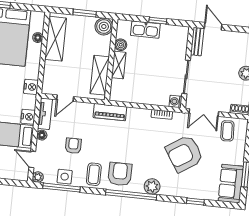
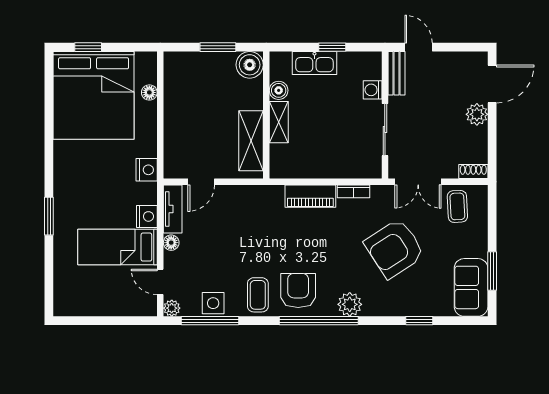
shelving: (56, 39) -> (177, 91), removed
washing machine: (176, 102) -> (373, 90), moved
piano: (110, 112) -> (310, 196), moved
armchair: (73, 146) -> (222, 254), removed

